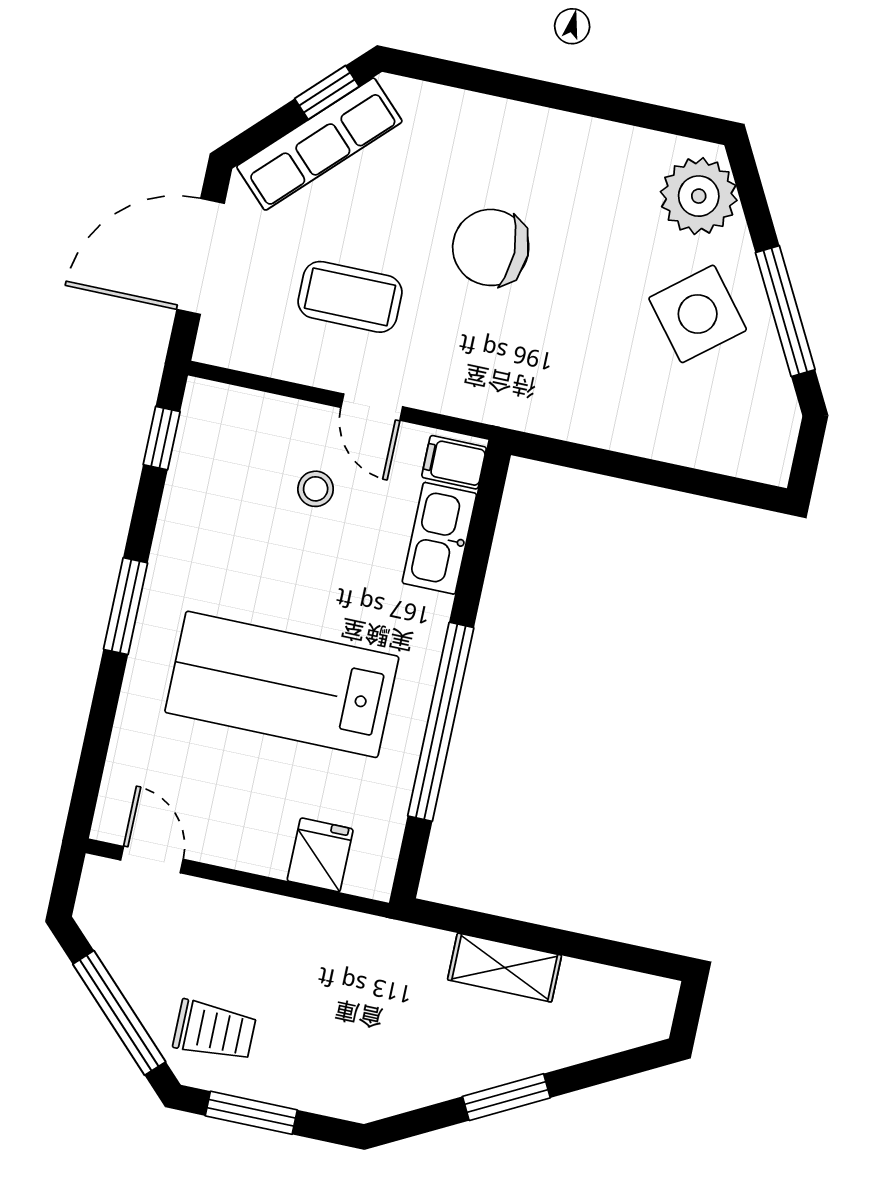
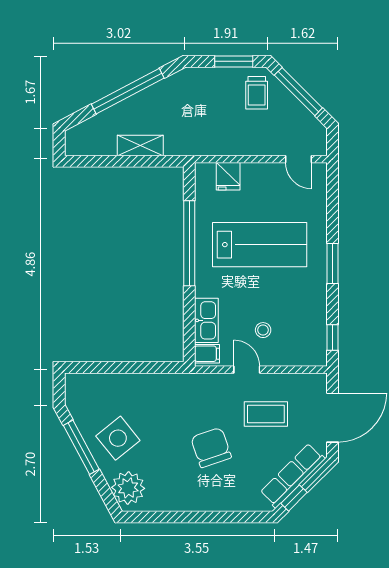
chair: (491, 247) -> (211, 447), turned -109
trolley: (215, 1031) -> (257, 93), turned -90
window: (506, 1097) -> (128, 91), width x2.11

